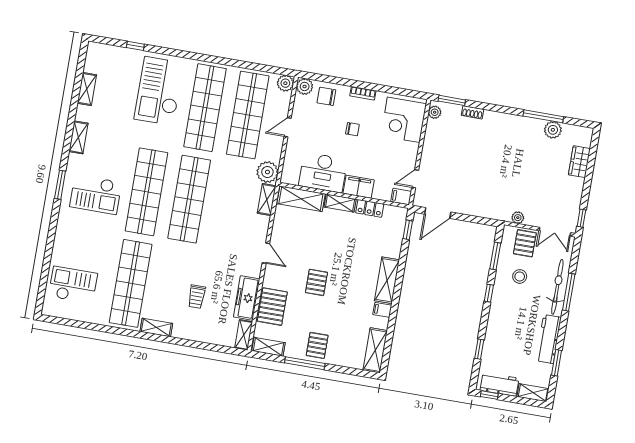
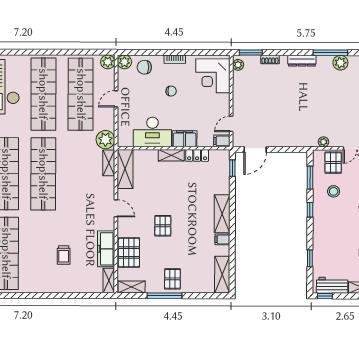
dresser: (509, 120) -> (302, 61), added
shelving: (301, 199) -> (125, 169), moved, turned 90
shelving: (156, 327) -> (34, 287), removed

